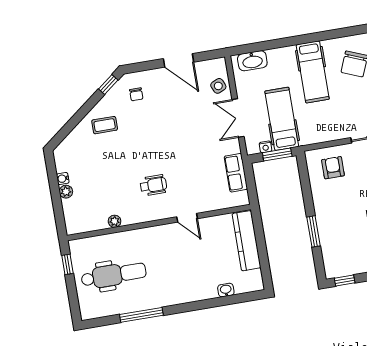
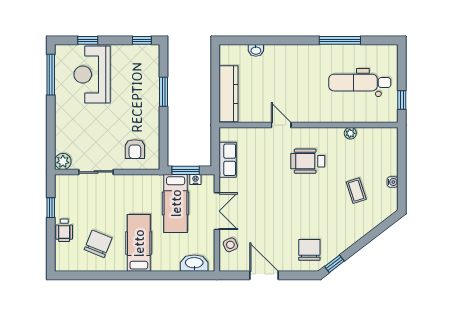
chair: (136, 94) -> (309, 250), width x1.87, depth x1.87
coffee table: (105, 125) -> (356, 191), moved, turned 72
wheelchair: (153, 185) -> (308, 161), width x1.36, depth x1.37
plant: (66, 192) -> (392, 169), removed

